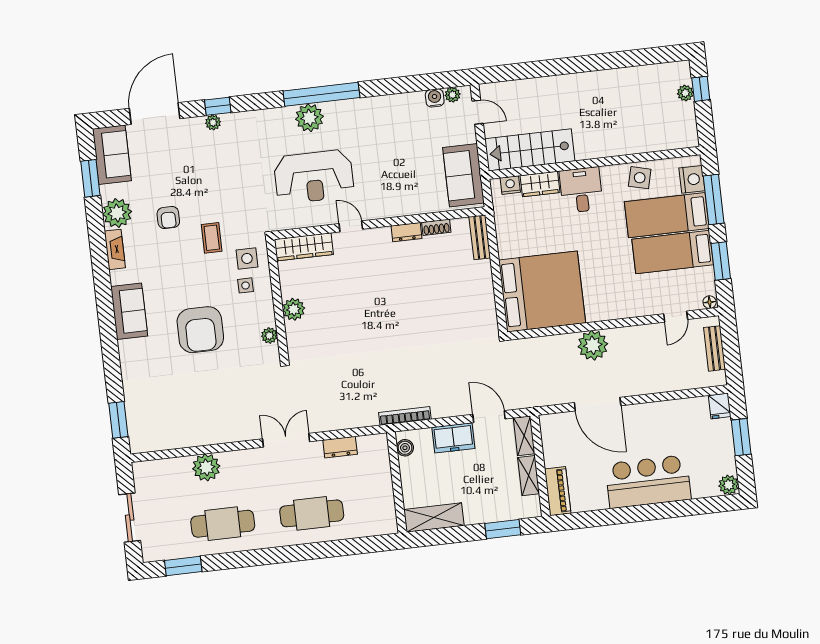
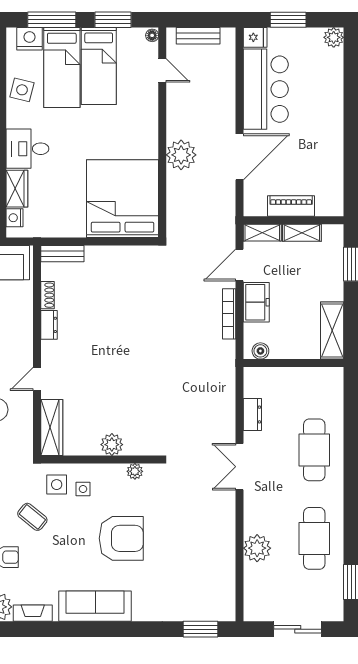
coffee table: (212, 238) -> (32, 517), turned 39
sofa: (129, 311) -> (95, 606), width x1.36
bookcase: (405, 416) -> (229, 314), moved
bar counter: (648, 482) -> (266, 89), moved, turned 180
piano: (558, 491) -> (291, 206), moved

